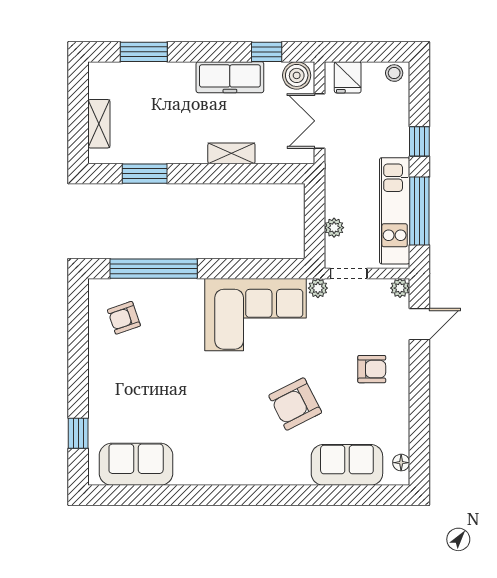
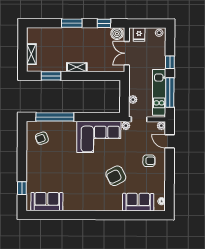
window: (144, 52) -> (72, 23), moved
freezer: (230, 77) -> (88, 34), removed
shelving: (231, 153) -> (77, 67), moved
door: (419, 324) -> (170, 141), swing flipped

